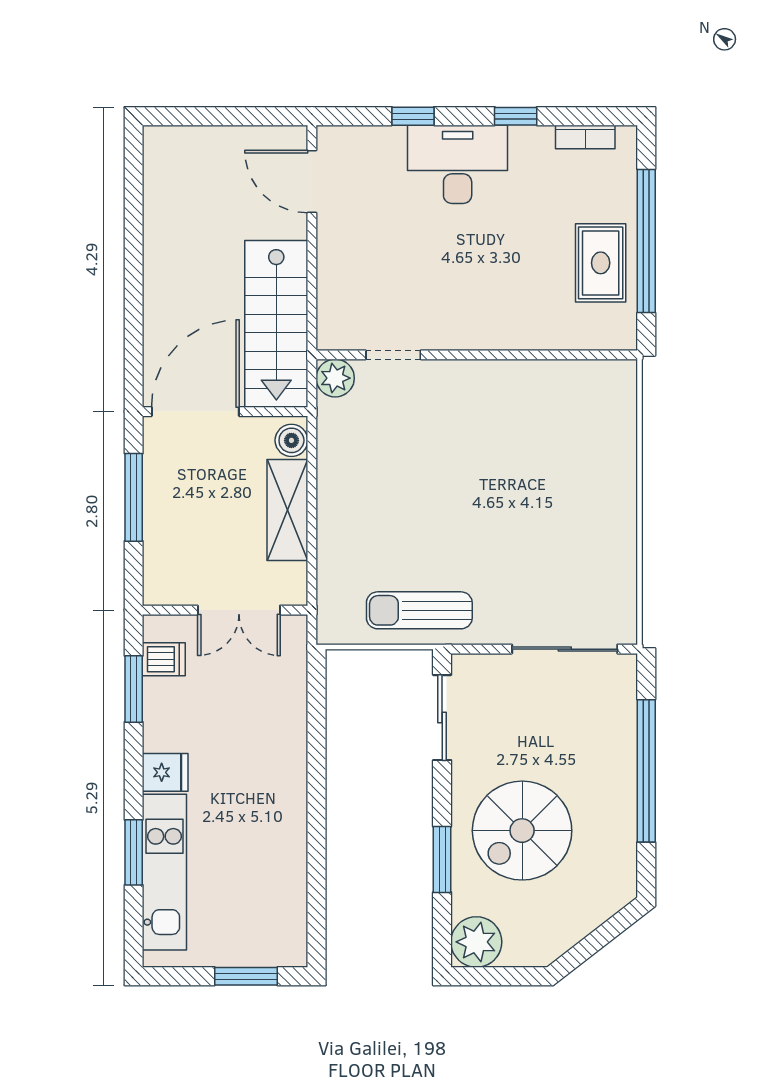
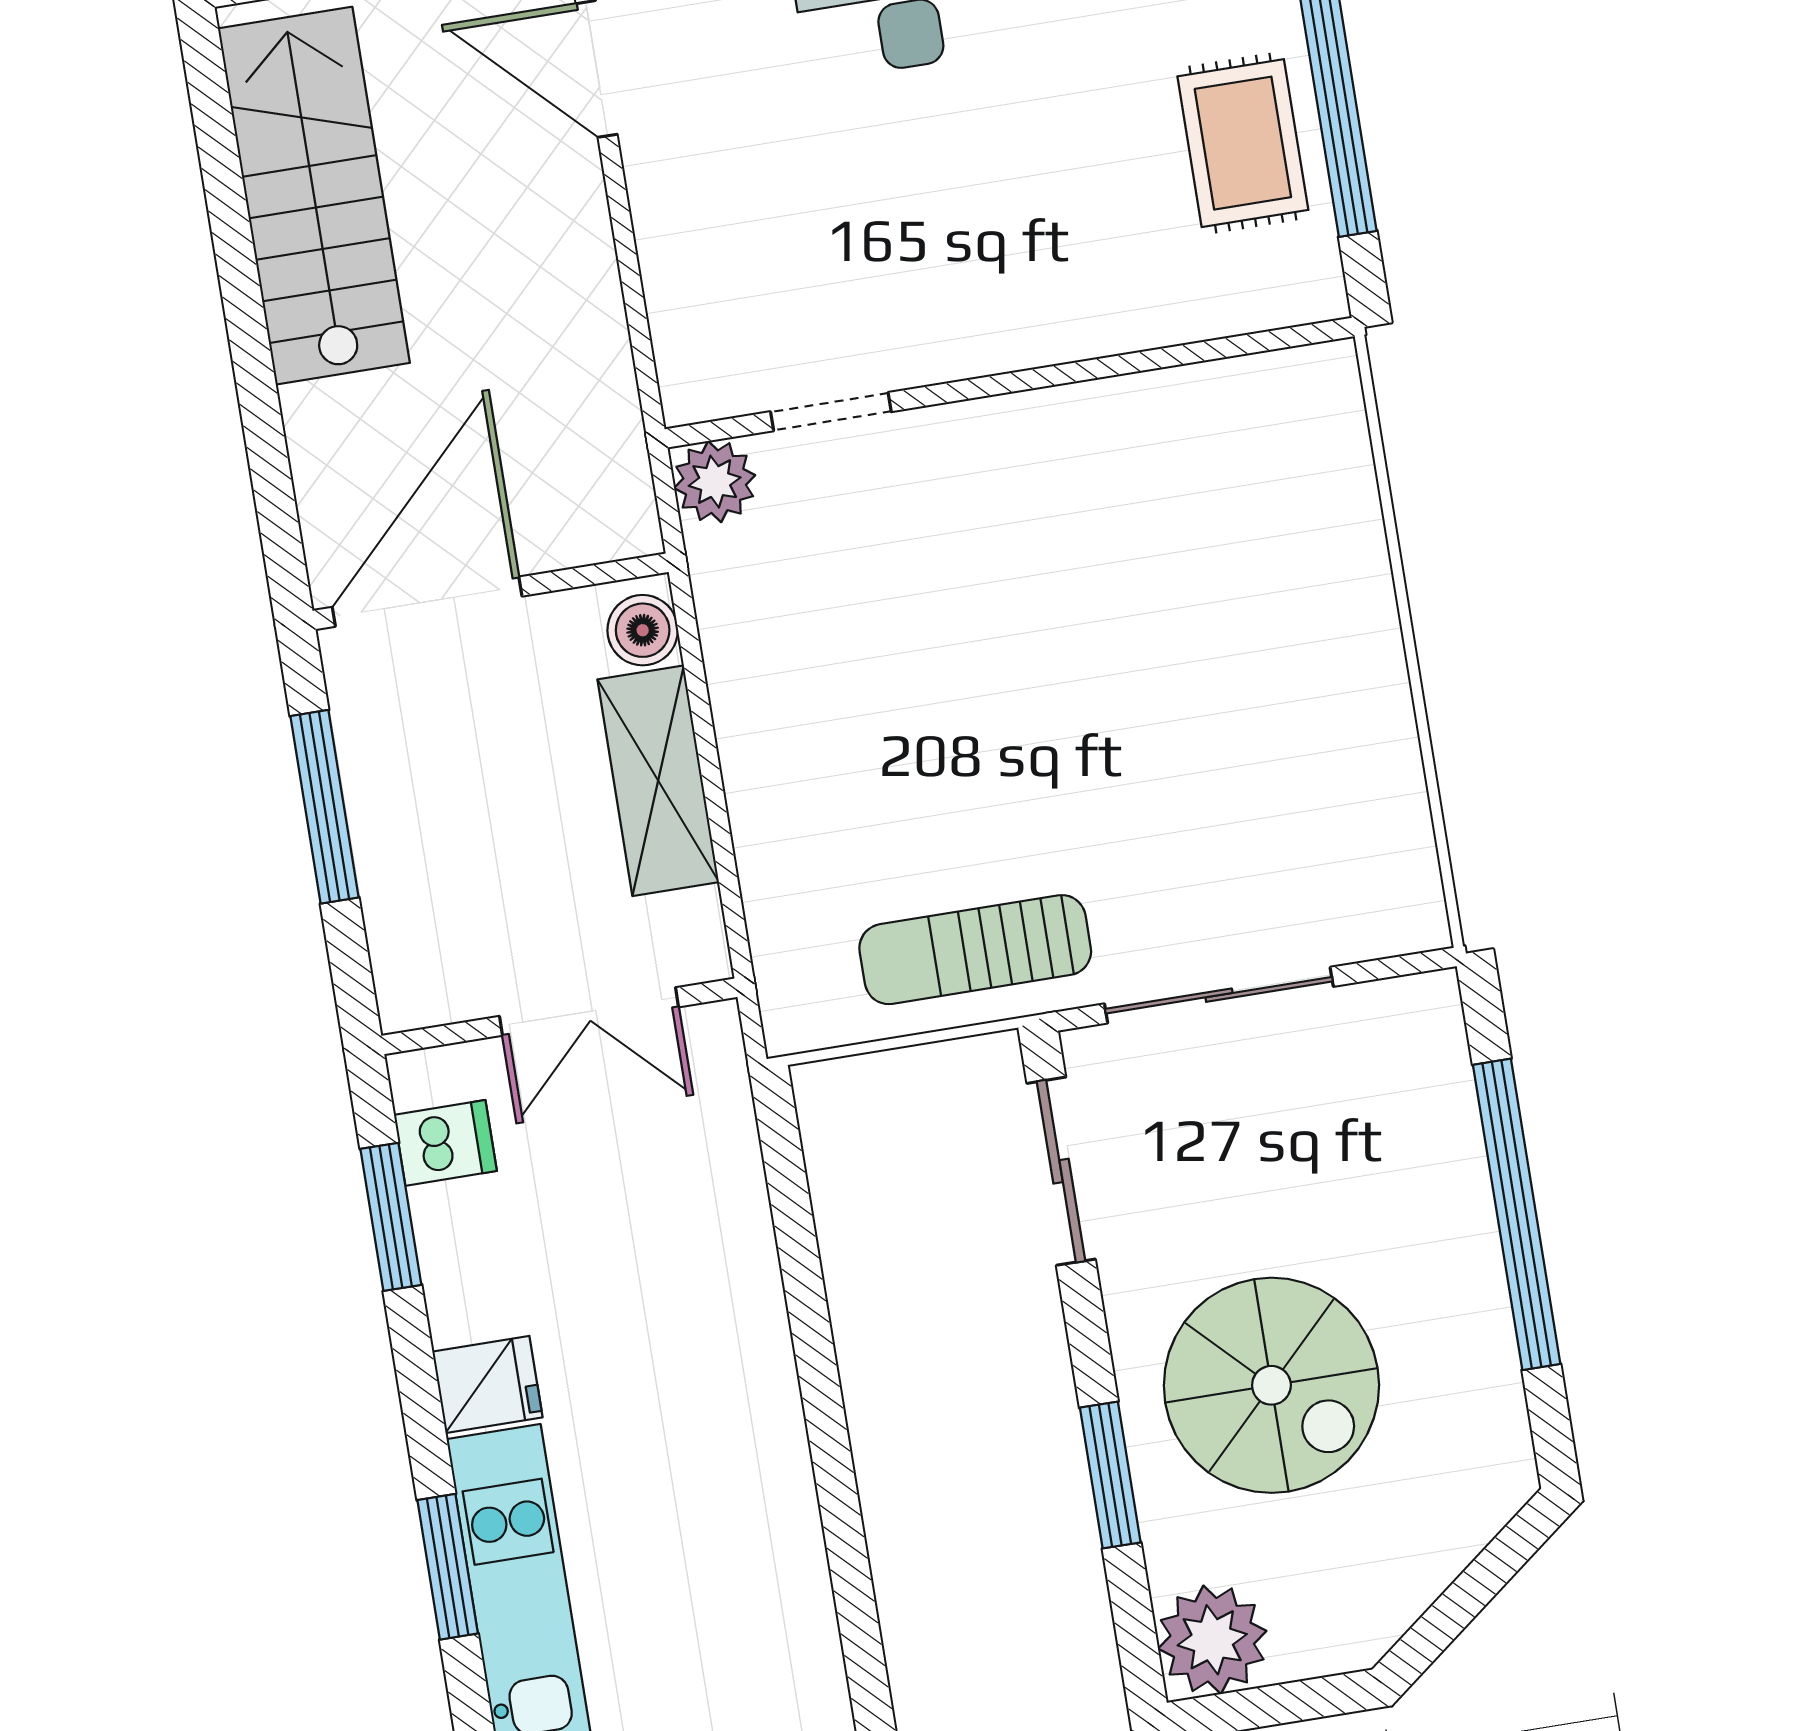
stairs: (276, 324) -> (314, 196), moved, turned 180
sliding door: (565, 649) -> (1219, 995), moved
spiral stairs: (522, 831) -> (1271, 1385), turned -90

